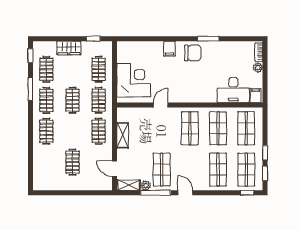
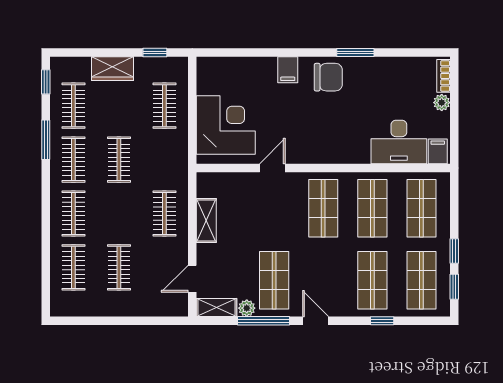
clothes rail: (99, 100) -> (73, 267), moved
door: (115, 169) -> (192, 279), hinge flipped
window: (247, 193) -> (382, 321), moved

